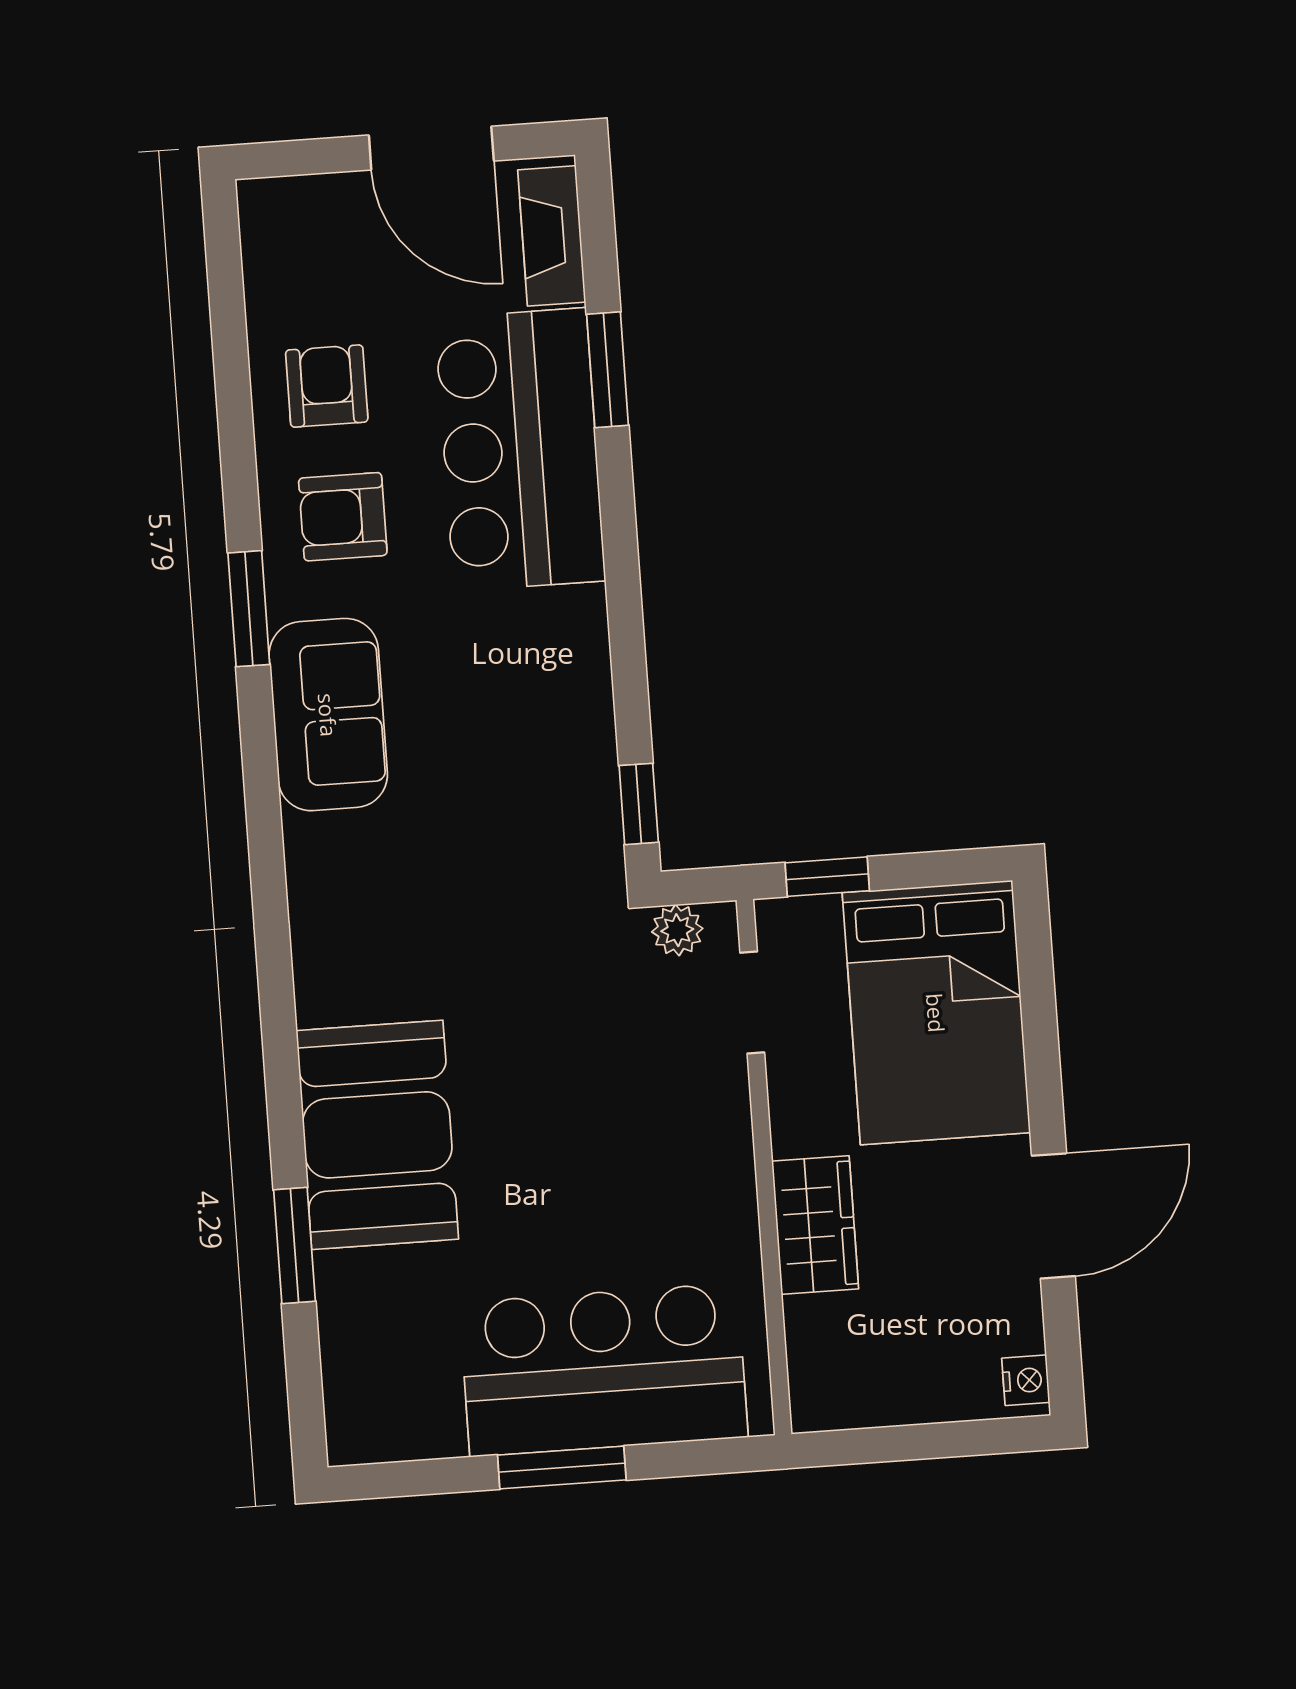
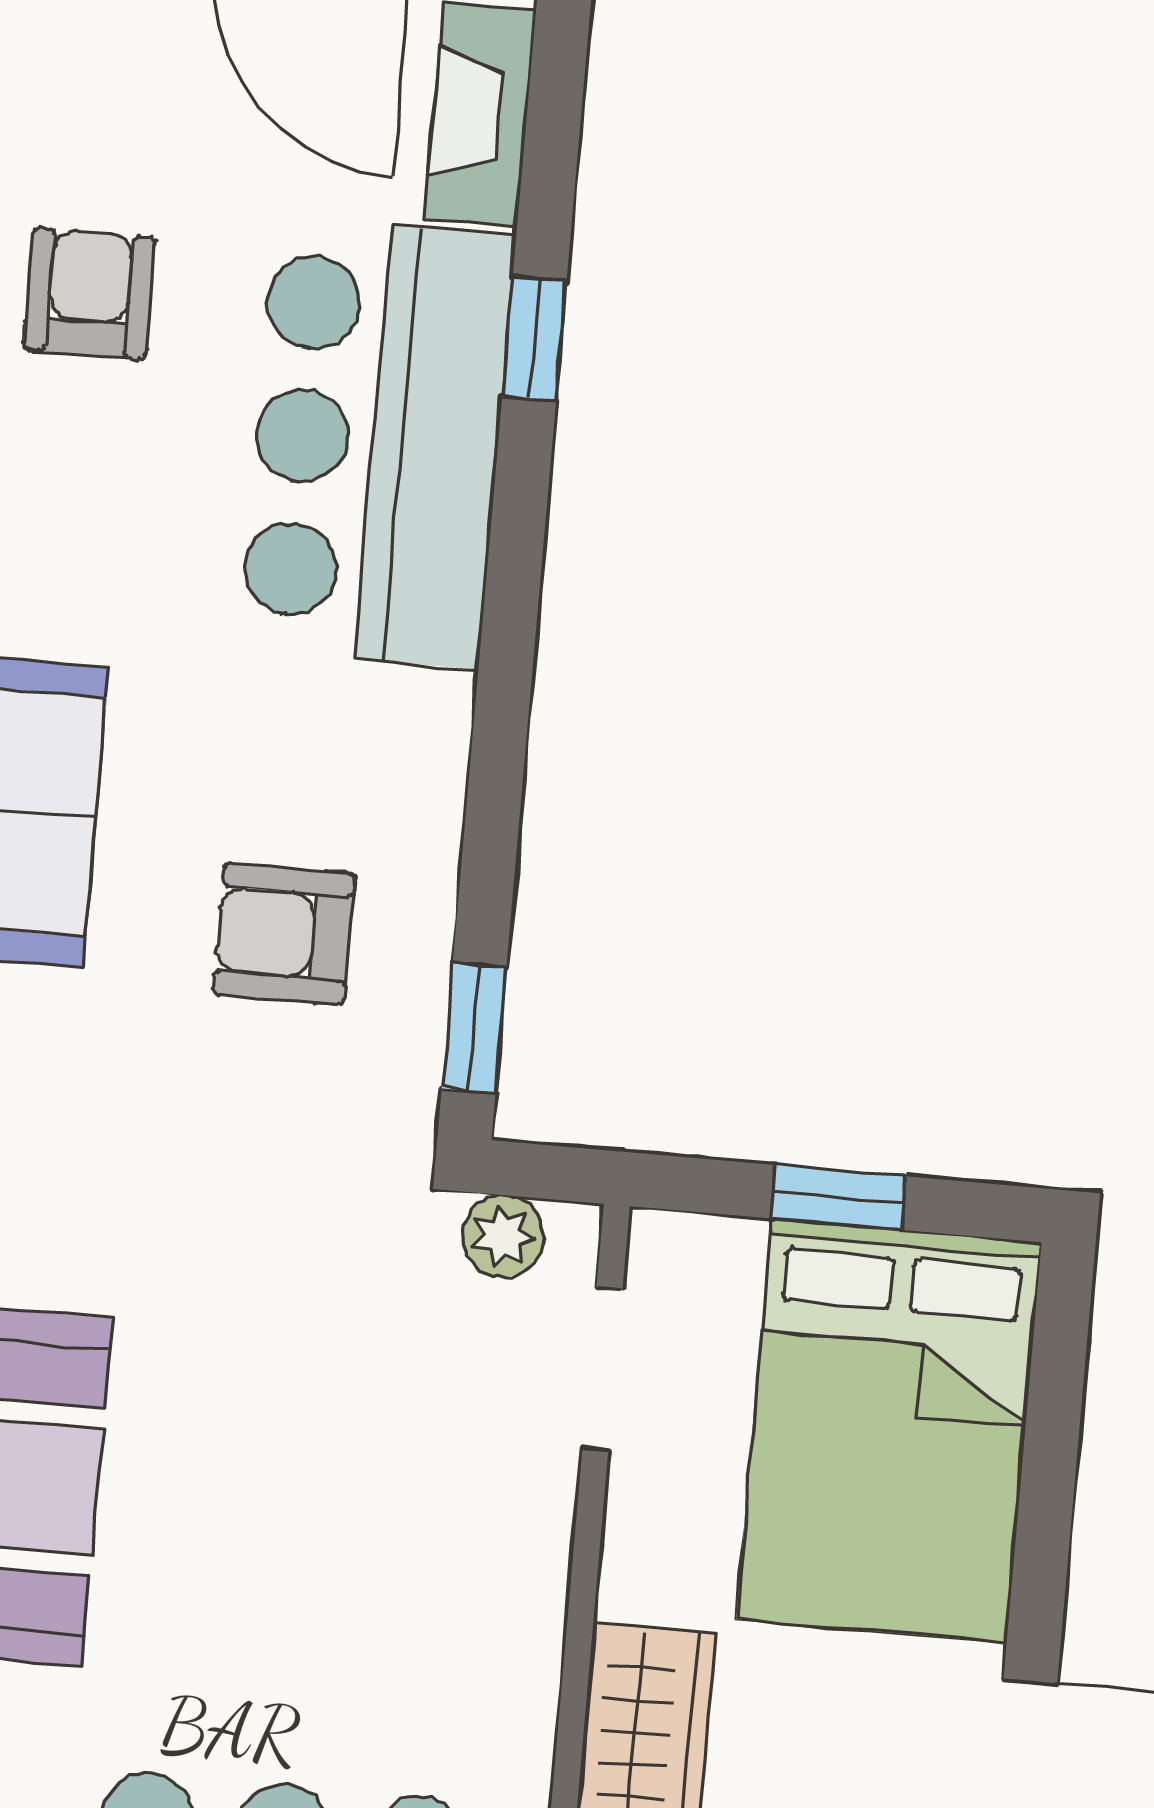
window: (608, 370) -> (534, 339), width x0.67
armchair: (343, 517) -> (284, 934), moved
window: (827, 877) -> (839, 1197), moved

